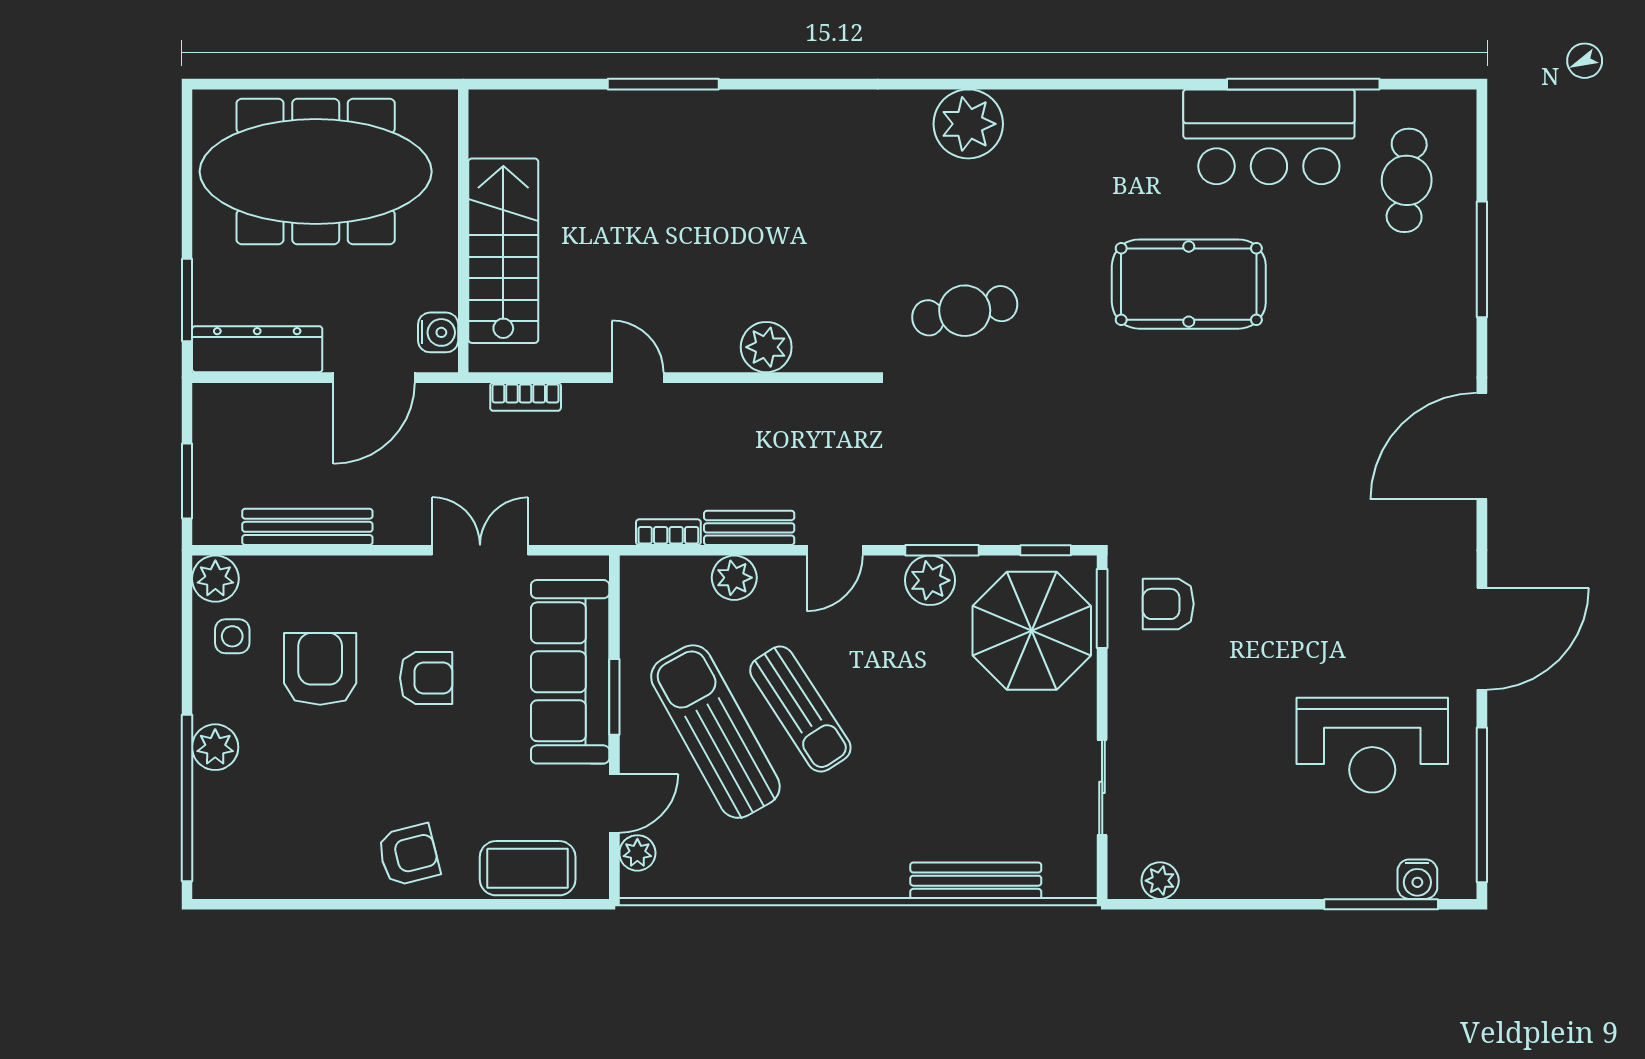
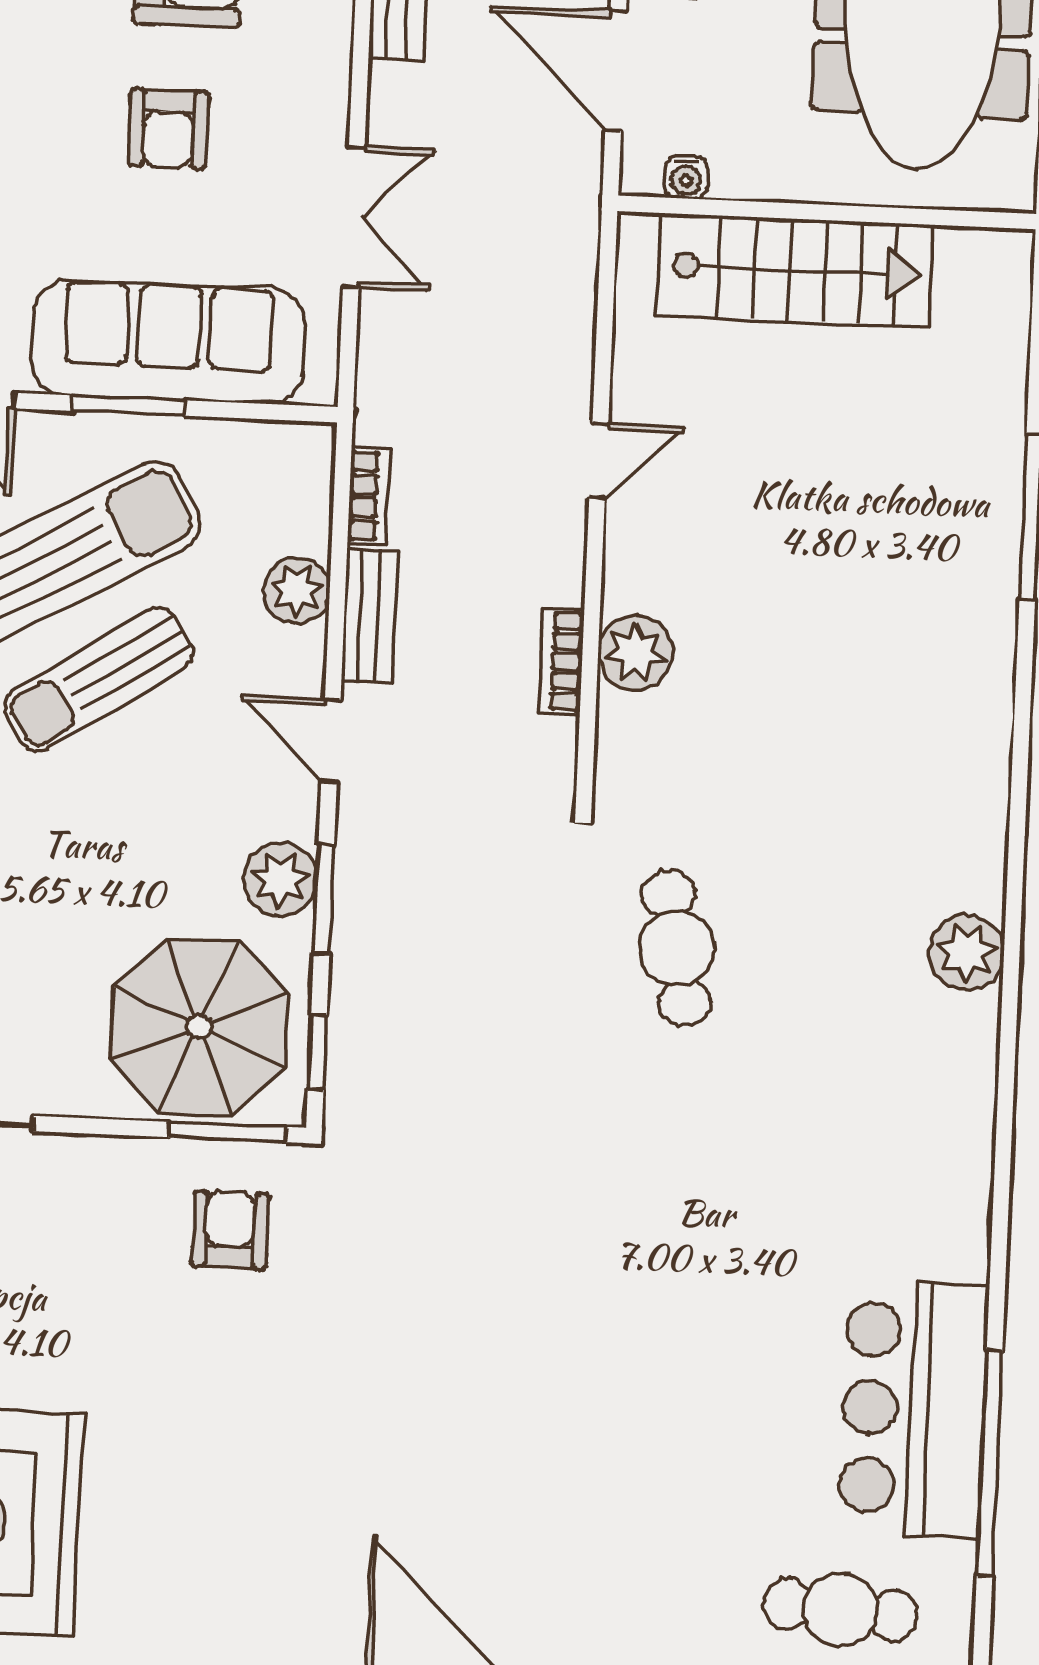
plant: (968, 124) -> (967, 952), width x0.73, depth x0.73
pool table: (1189, 284) -> (701, 1281), removed
water cooler: (438, 332) -> (686, 177), width x0.72, depth x0.72
bookcase: (526, 397) -> (561, 661), moved

